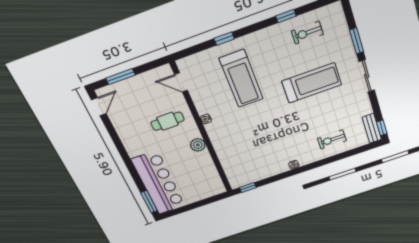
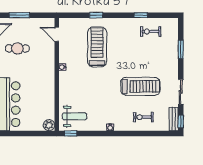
sliding door: (367, 76) -> (181, 92), moved
treadmill: (241, 79) -> (97, 47), turned 180
treadmill: (312, 83) -> (140, 86), moved
cafe table: (167, 121) -> (17, 48), moved
plant: (198, 145) -> (49, 125), moved
weight bench: (245, 168) -> (75, 116), added

